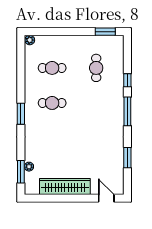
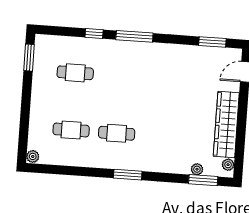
cafe table: (52, 68) -> (71, 130), turned 90
cafe table: (52, 103) -> (117, 133), turned 90
window: (127, 158) -> (212, 42), moved
plant: (34, 190) -> (228, 165), added

